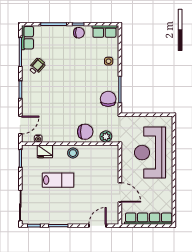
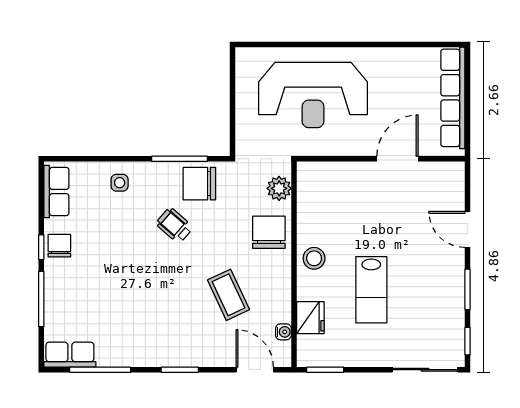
wheelchair: (37, 66) -> (174, 225), moved
coffee table: (56, 113) -> (229, 295), added
lab bench: (58, 180) -> (371, 290), turned 180
door: (98, 226) -> (468, 229), moved

